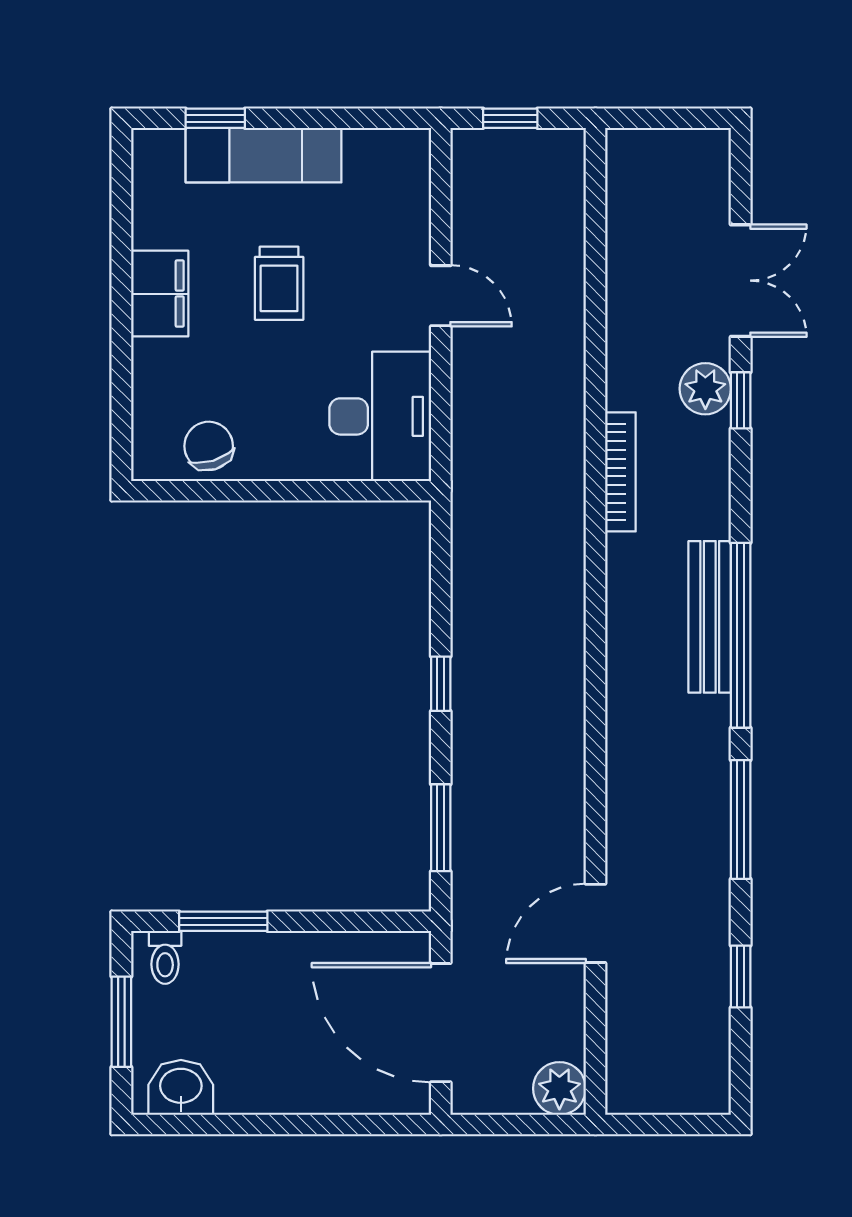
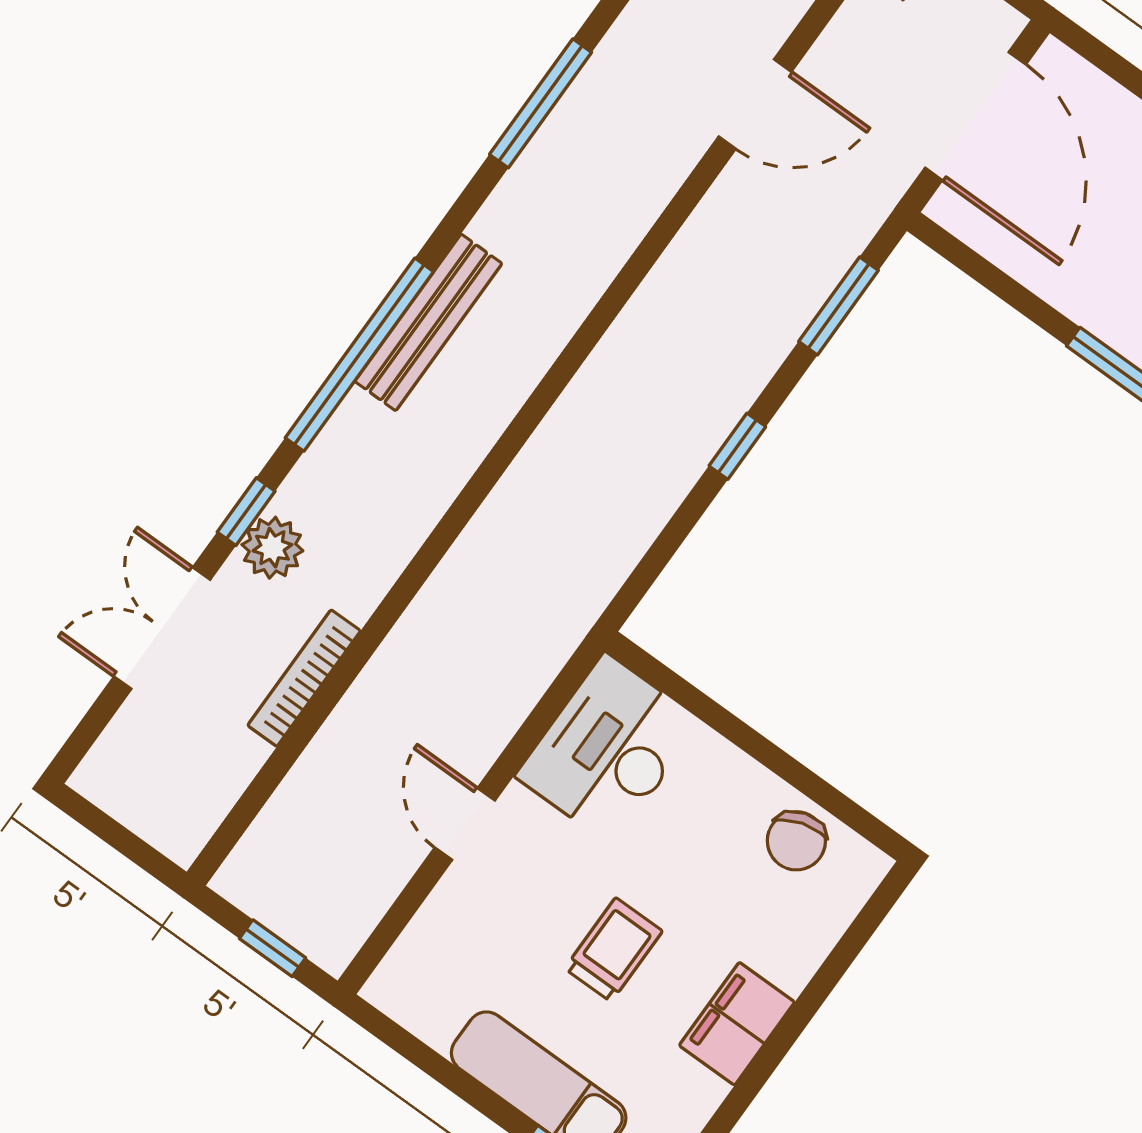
bookcase: (620, 472) -> (304, 678), moved
window: (741, 635) -> (359, 355), moved

